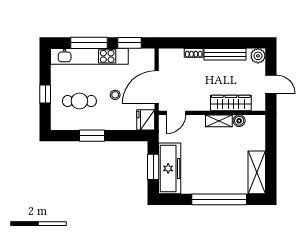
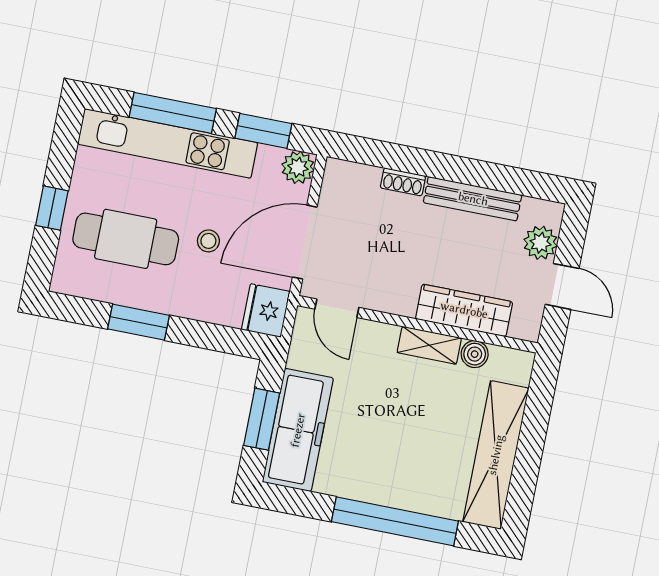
plant: (147, 56) -> (298, 167), added
plant: (258, 56) -> (541, 243), moved
cafe table: (79, 101) -> (126, 239), width x1.37, depth x1.35
door: (176, 113) -> (337, 308), hinge flipped
shelving: (257, 172) -> (496, 455), width x1.47

